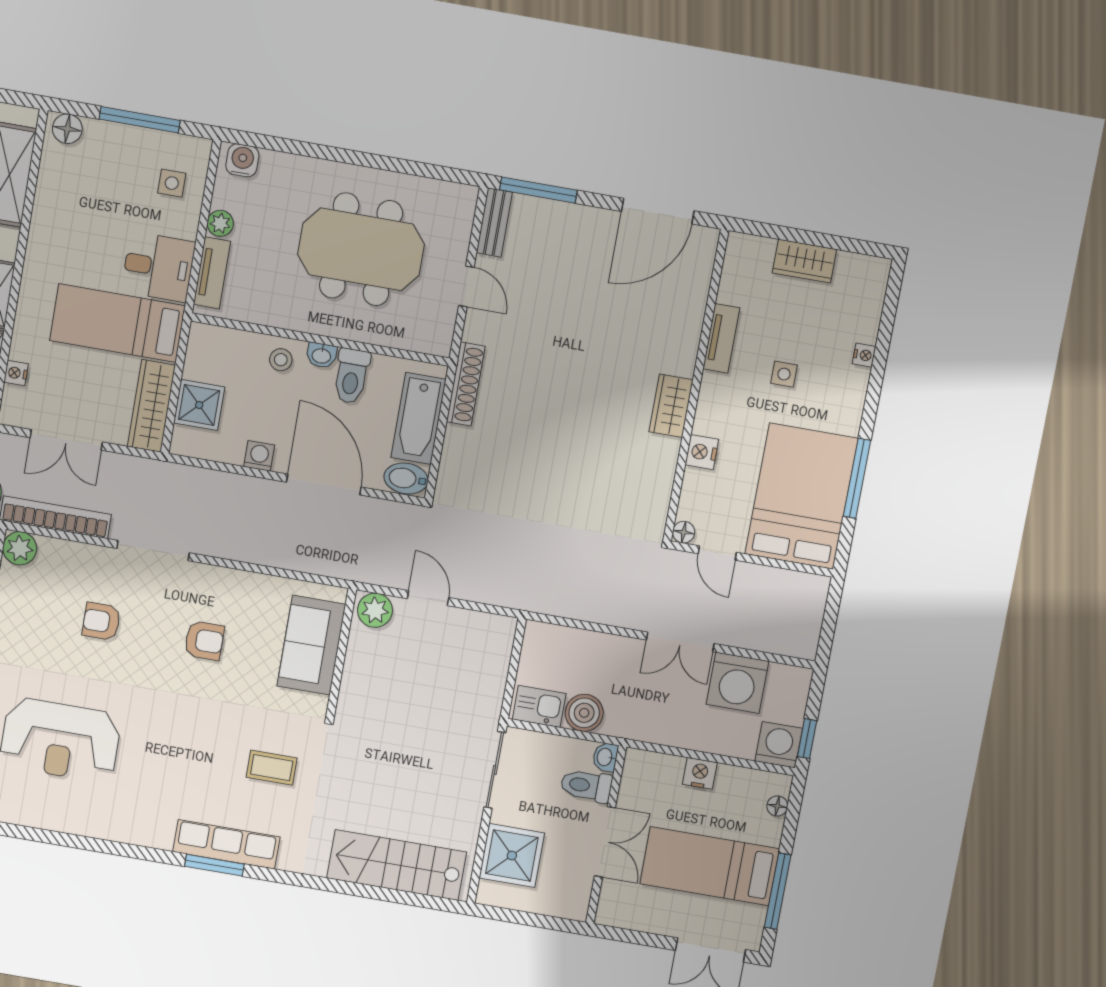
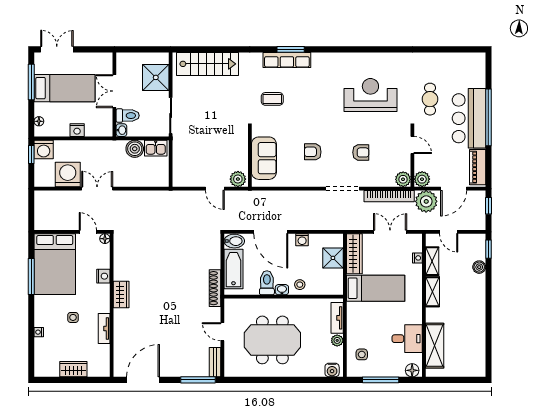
desk: (158, 267) -> (407, 339), moved, turned 180

